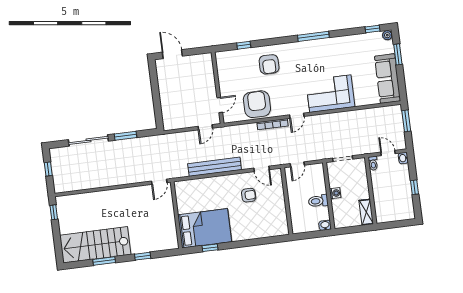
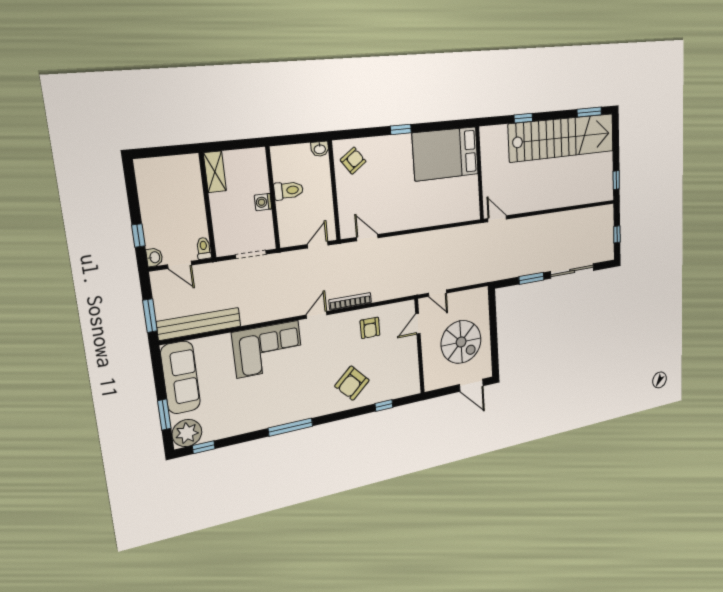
plant: (387, 35) -> (187, 433), width x1.88, depth x1.88
armchair: (269, 64) -> (352, 383), turned -133
spiral stairs: (183, 89) -> (461, 342), added
armchair: (257, 104) -> (370, 328), width x0.53, depth x0.53
door: (205, 127) -> (437, 293), swing flipped
bench: (215, 167) -> (199, 324), moved
door: (159, 182) -> (497, 219), hinge flipped
window: (415, 187) -> (138, 235), moved
armchair: (249, 195) -> (353, 161), moved, turned 144
washbasin: (325, 225) -> (320, 149), moved
stairs: (95, 245) -> (562, 138), width x1.36
window: (210, 248) -> (401, 129), moved
window: (104, 261) -> (589, 112), moved

